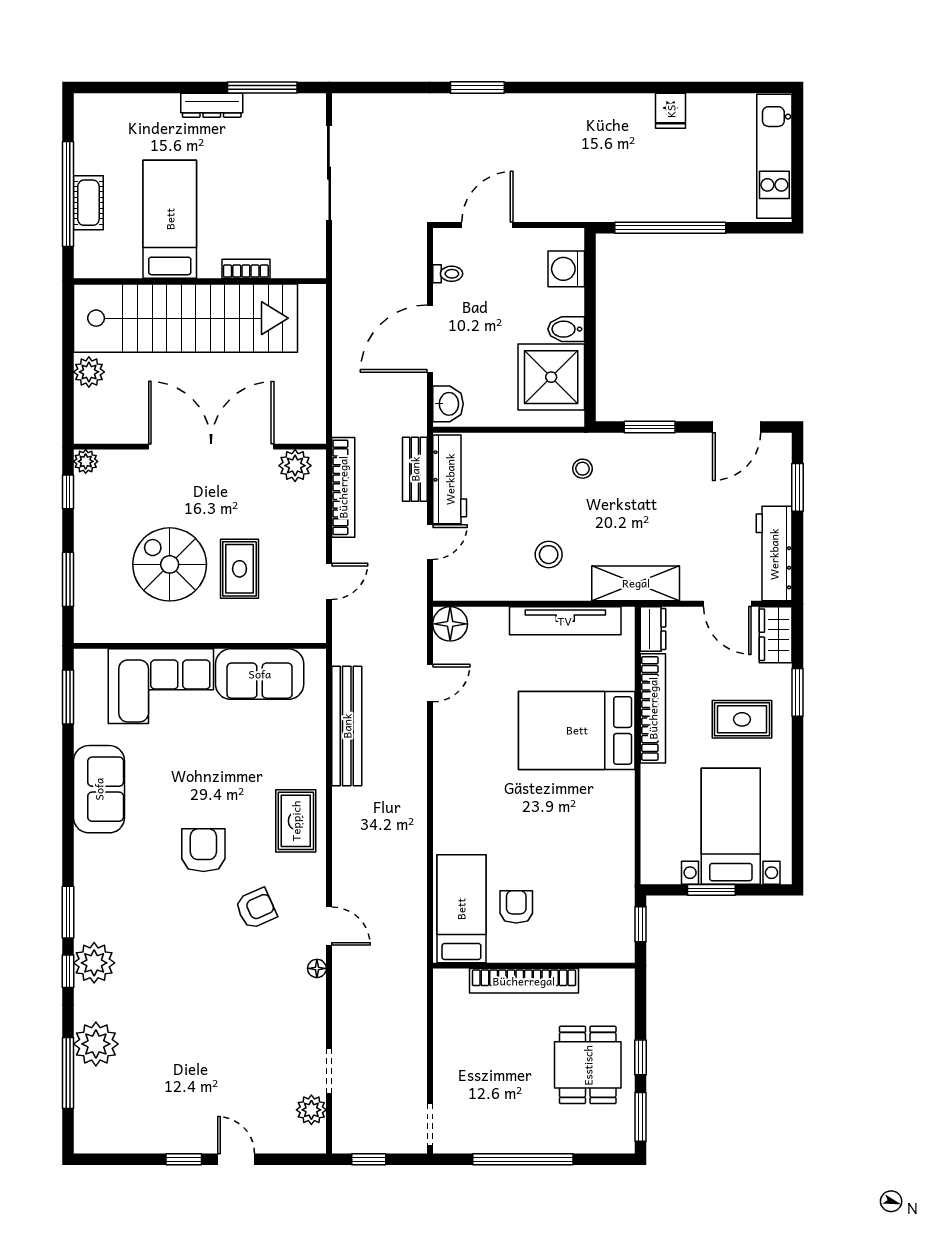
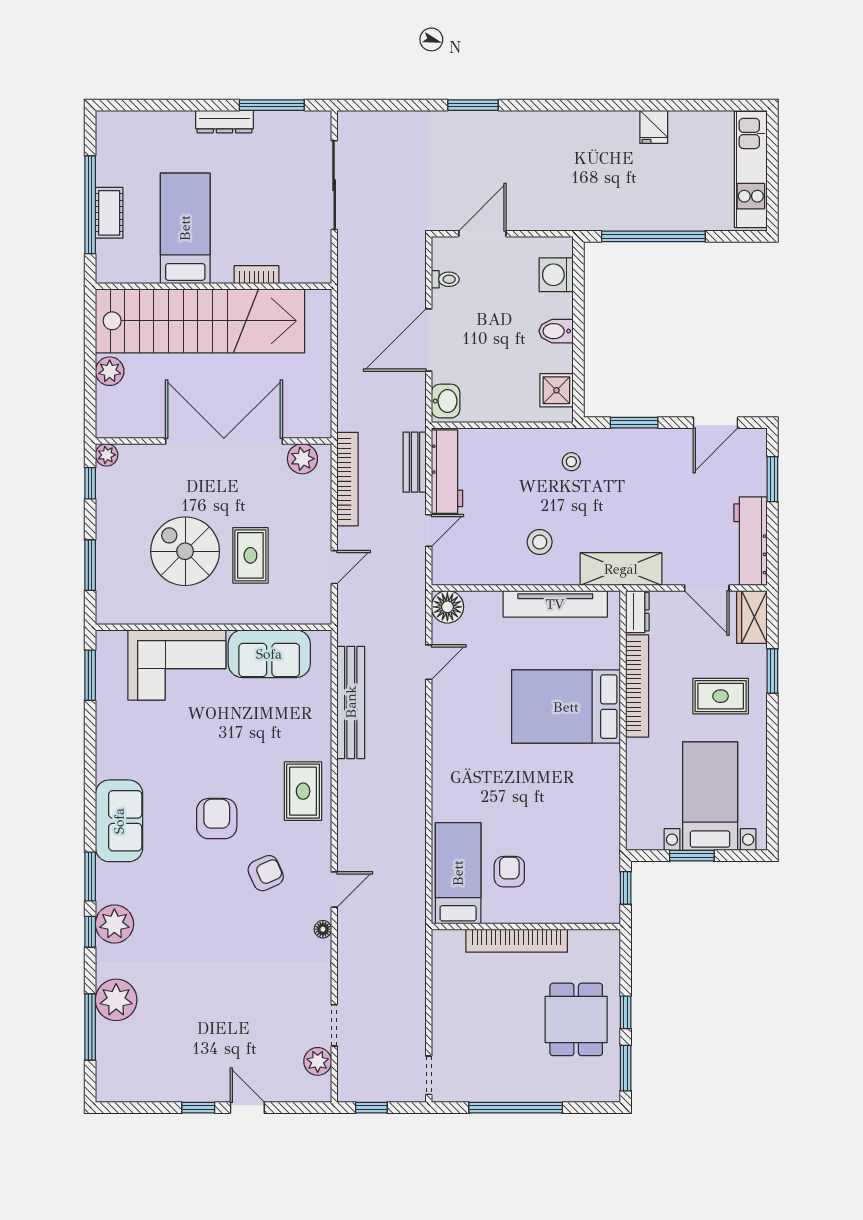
shower: (551, 377) -> (556, 390), width x0.54, depth x0.54
sofa: (99, 789) -> (119, 821), moved
door: (329, 926) -> (334, 890), hinge flipped

